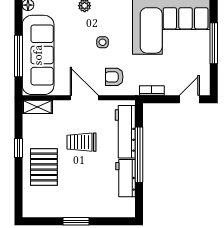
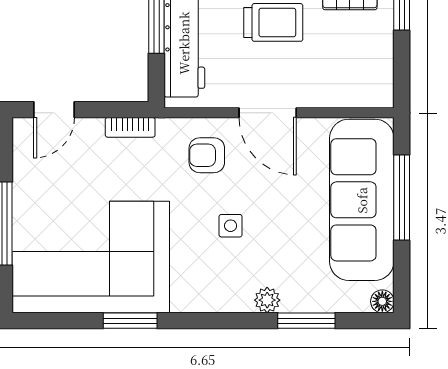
armchair: (114, 77) -> (207, 155), turned 180
shelving: (37, 107) -> (363, 94), removed

